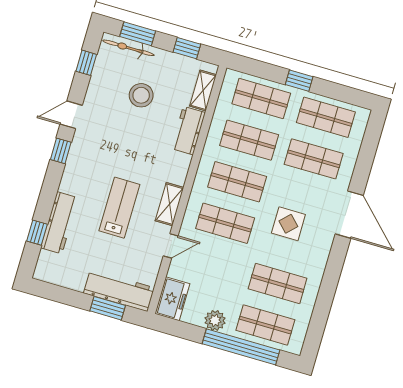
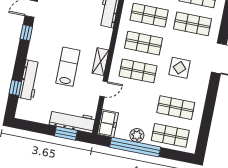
window: (241, 347) -> (135, 147), moved

